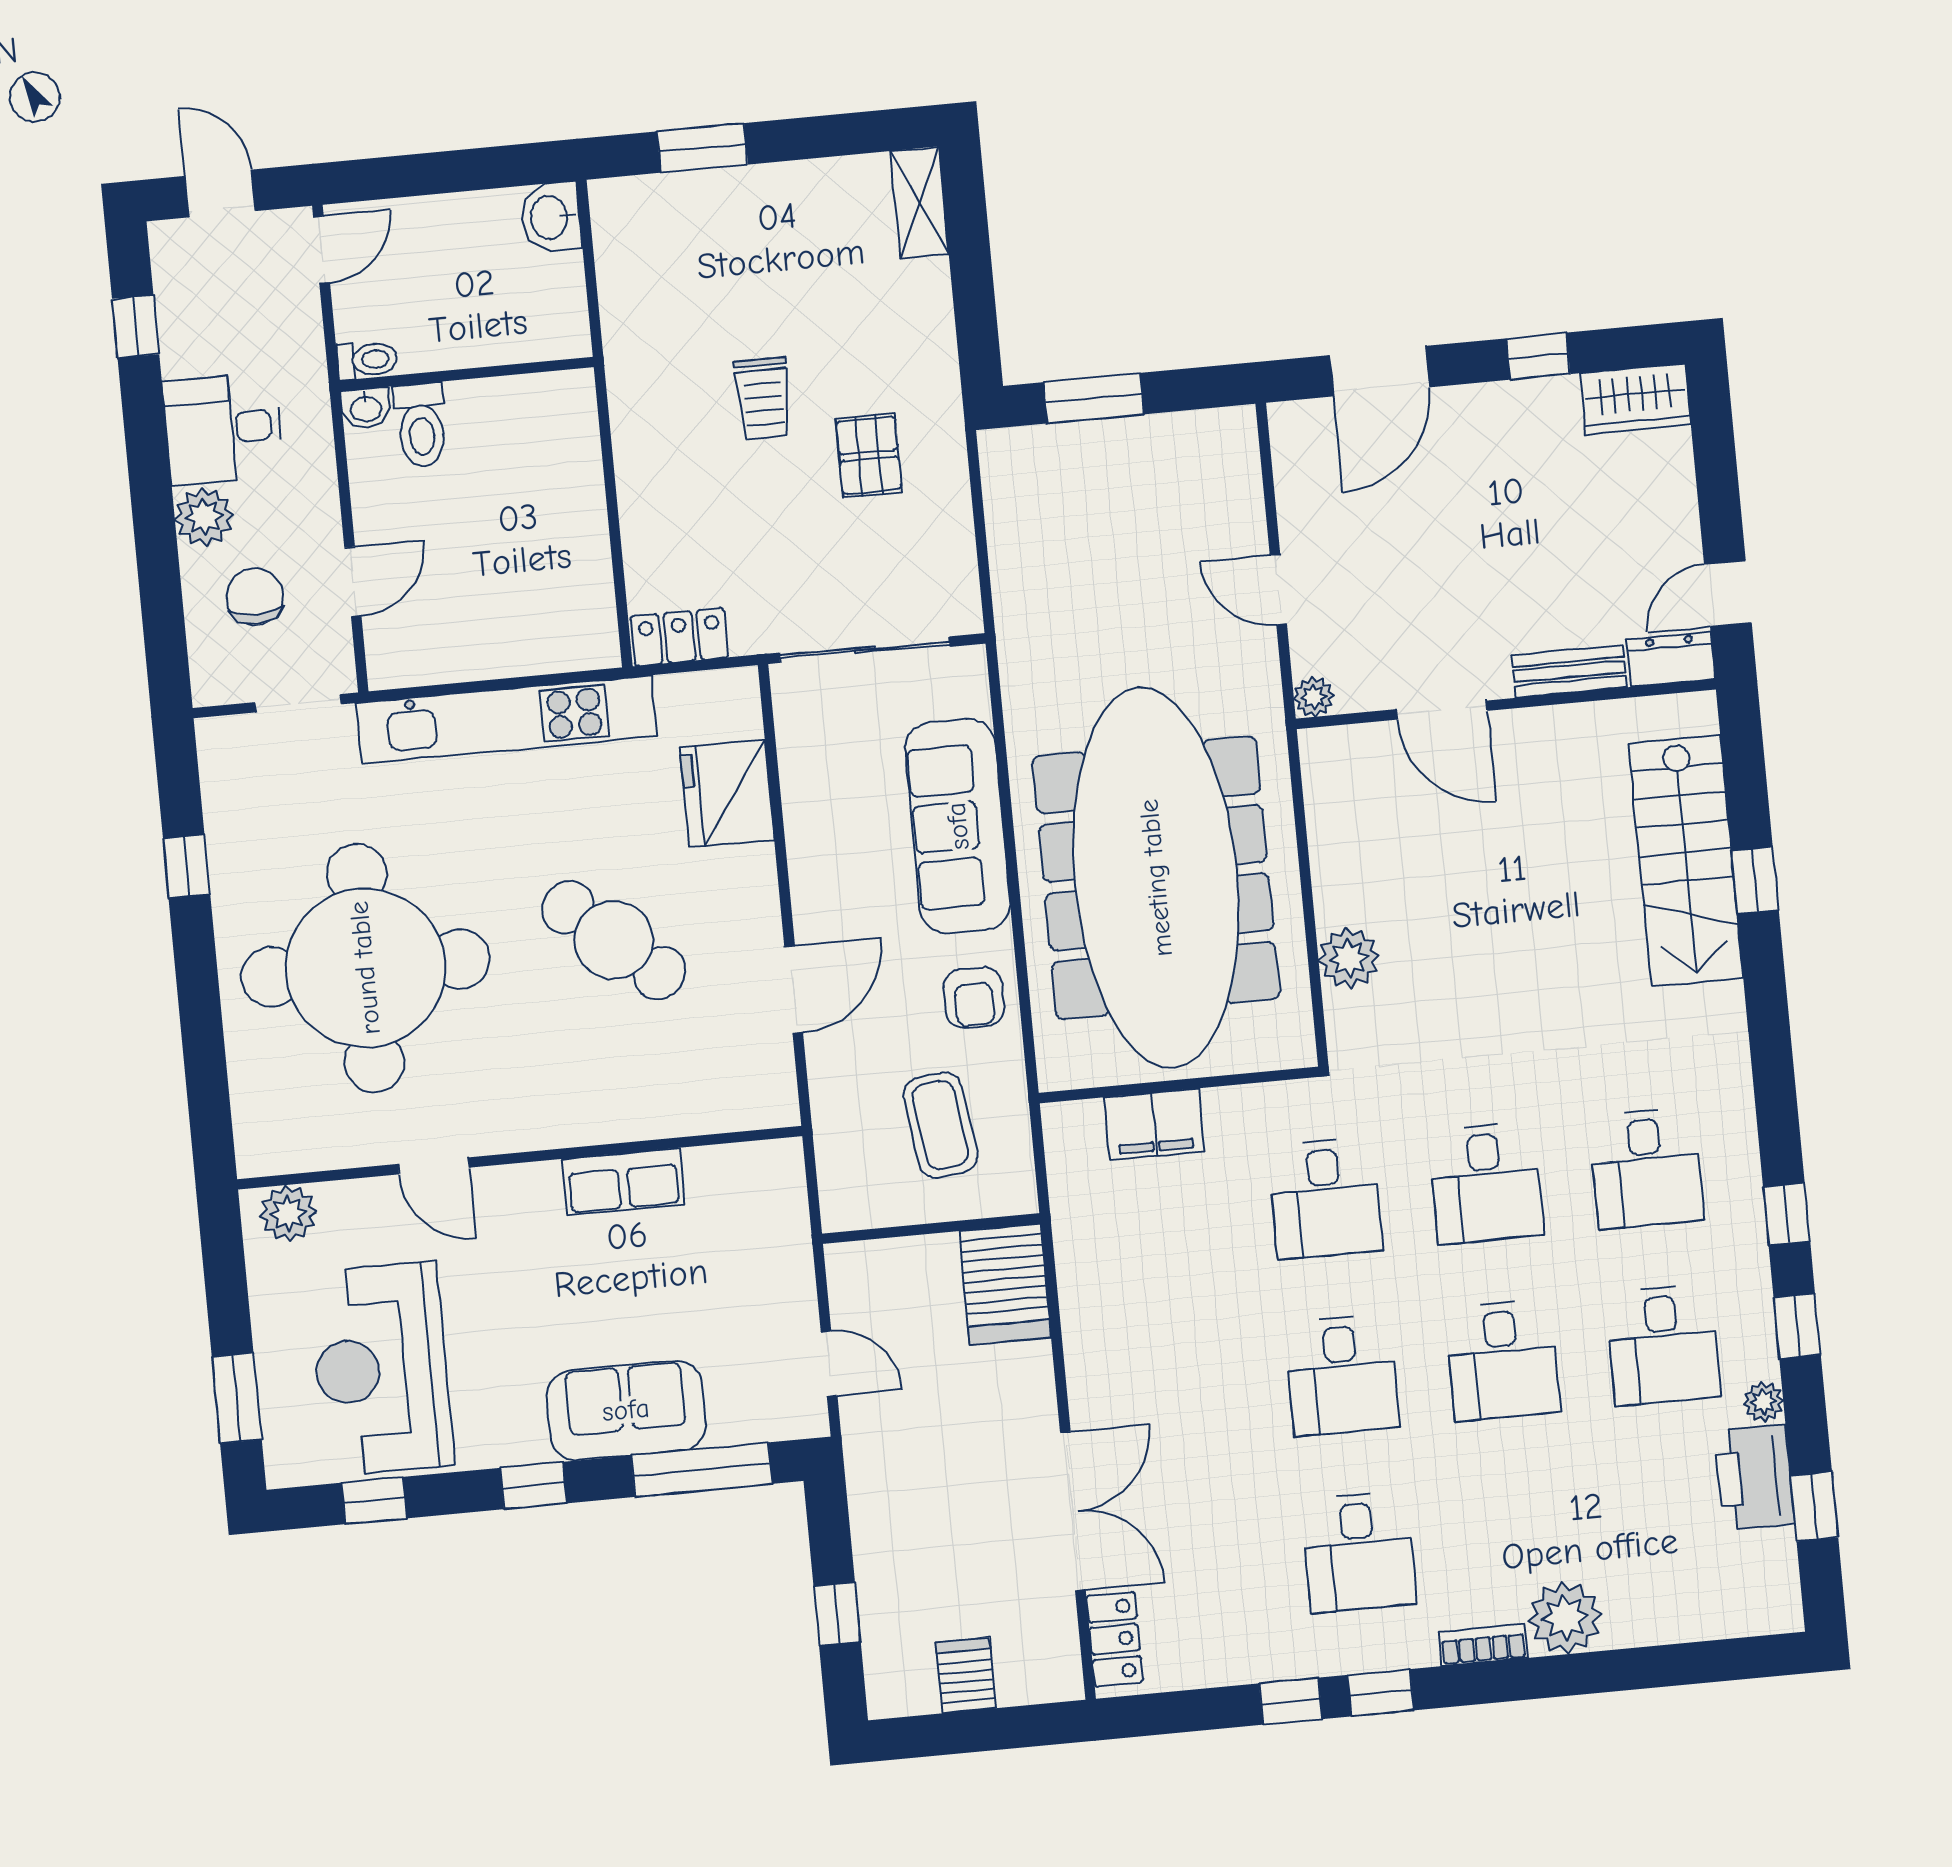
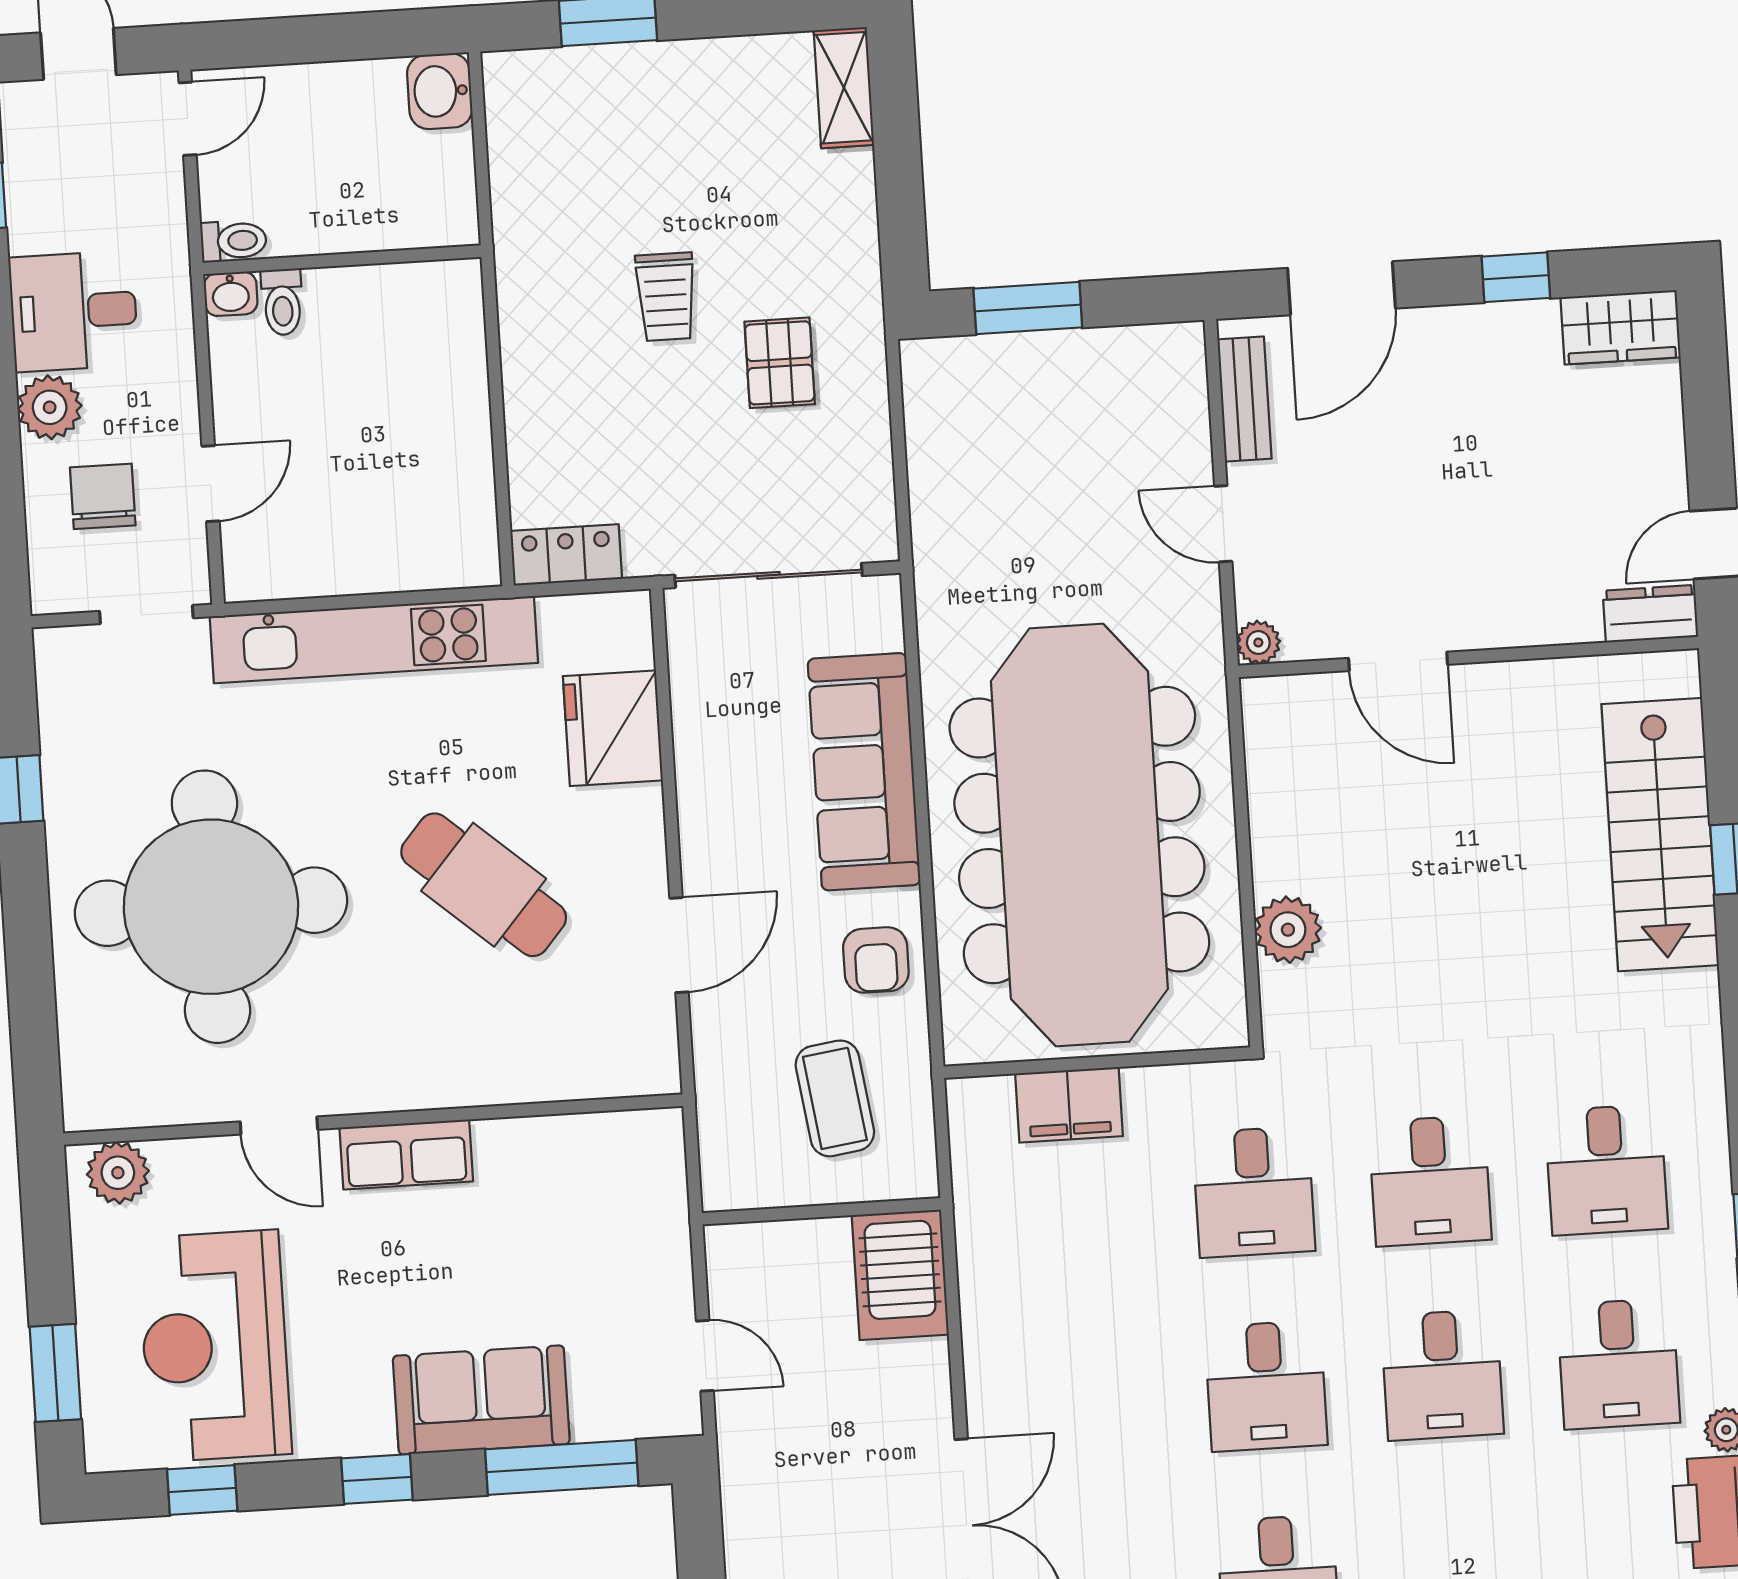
toilet: (421, 425) -> (282, 302), width x0.73, depth x0.72
bench: (1569, 671) -> (1244, 399), moved, turned 90
row of seats: (624, 1182) -> (406, 1154), moved

